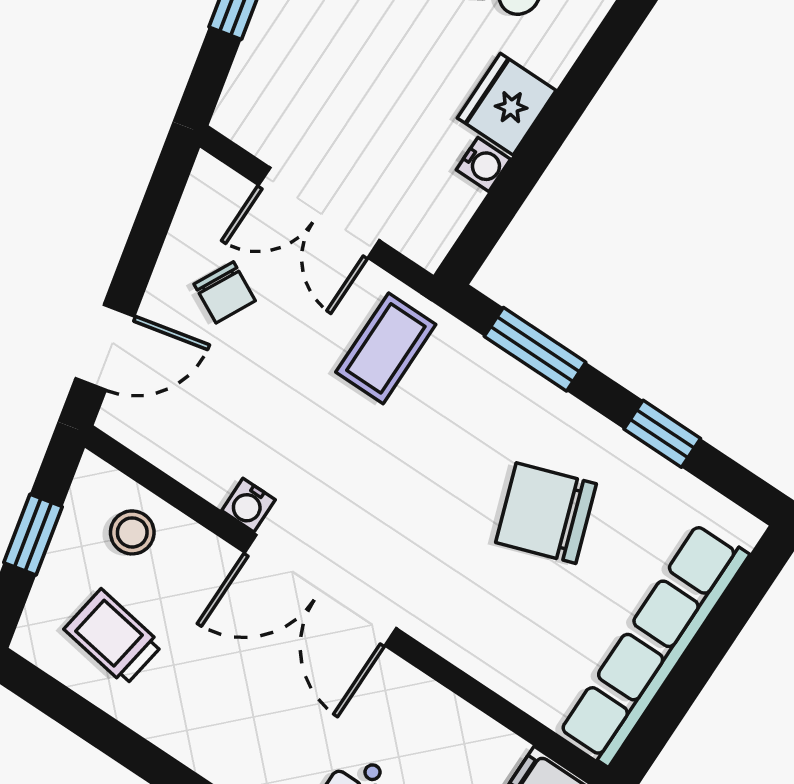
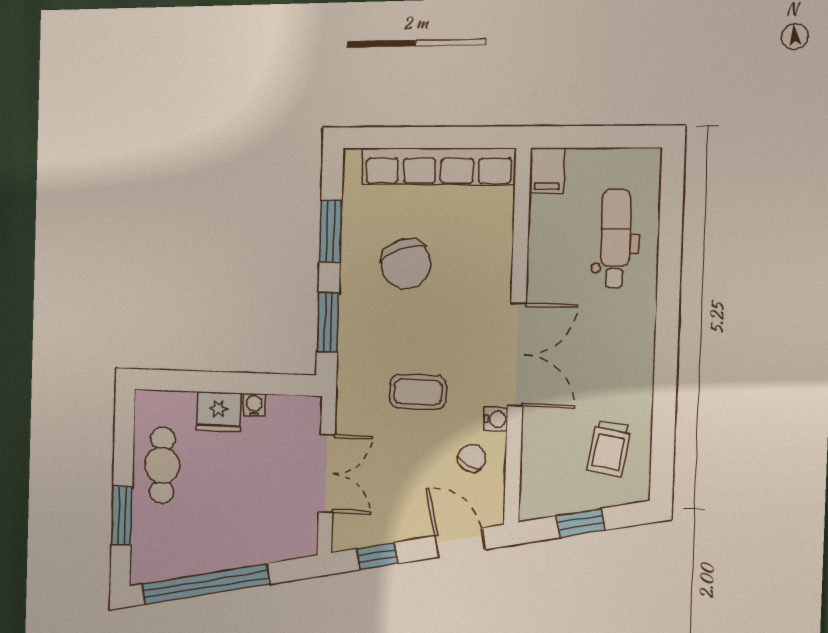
window: (156, 214) -> (377, 556), added
chair: (225, 292) -> (472, 458), moved
coffee table: (386, 348) -> (418, 392), moved
window: (662, 434) -> (331, 231), width x1.50
stool: (132, 532) -> (547, 471), removed

